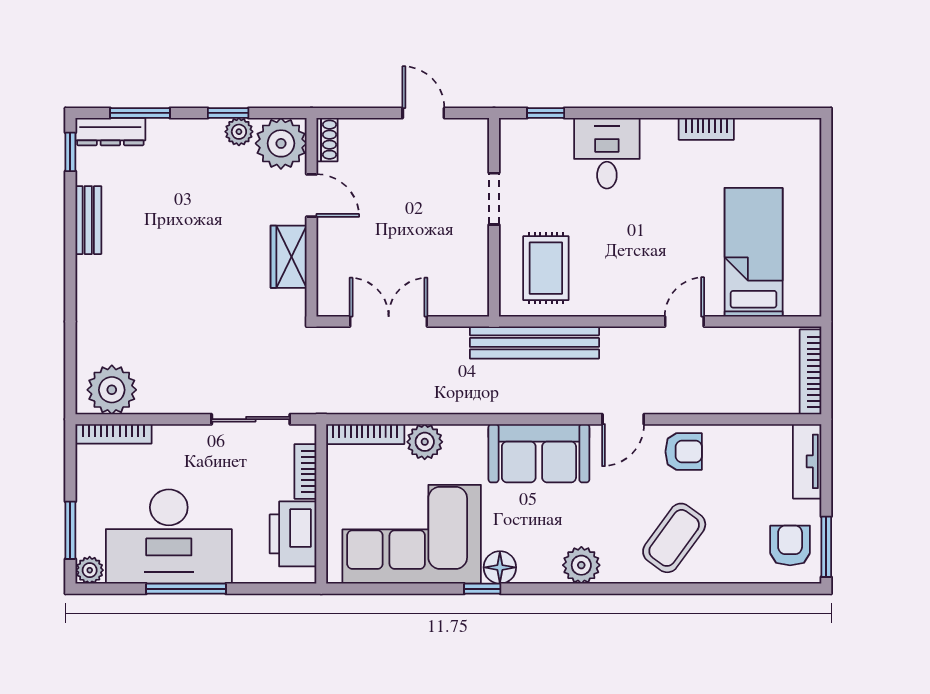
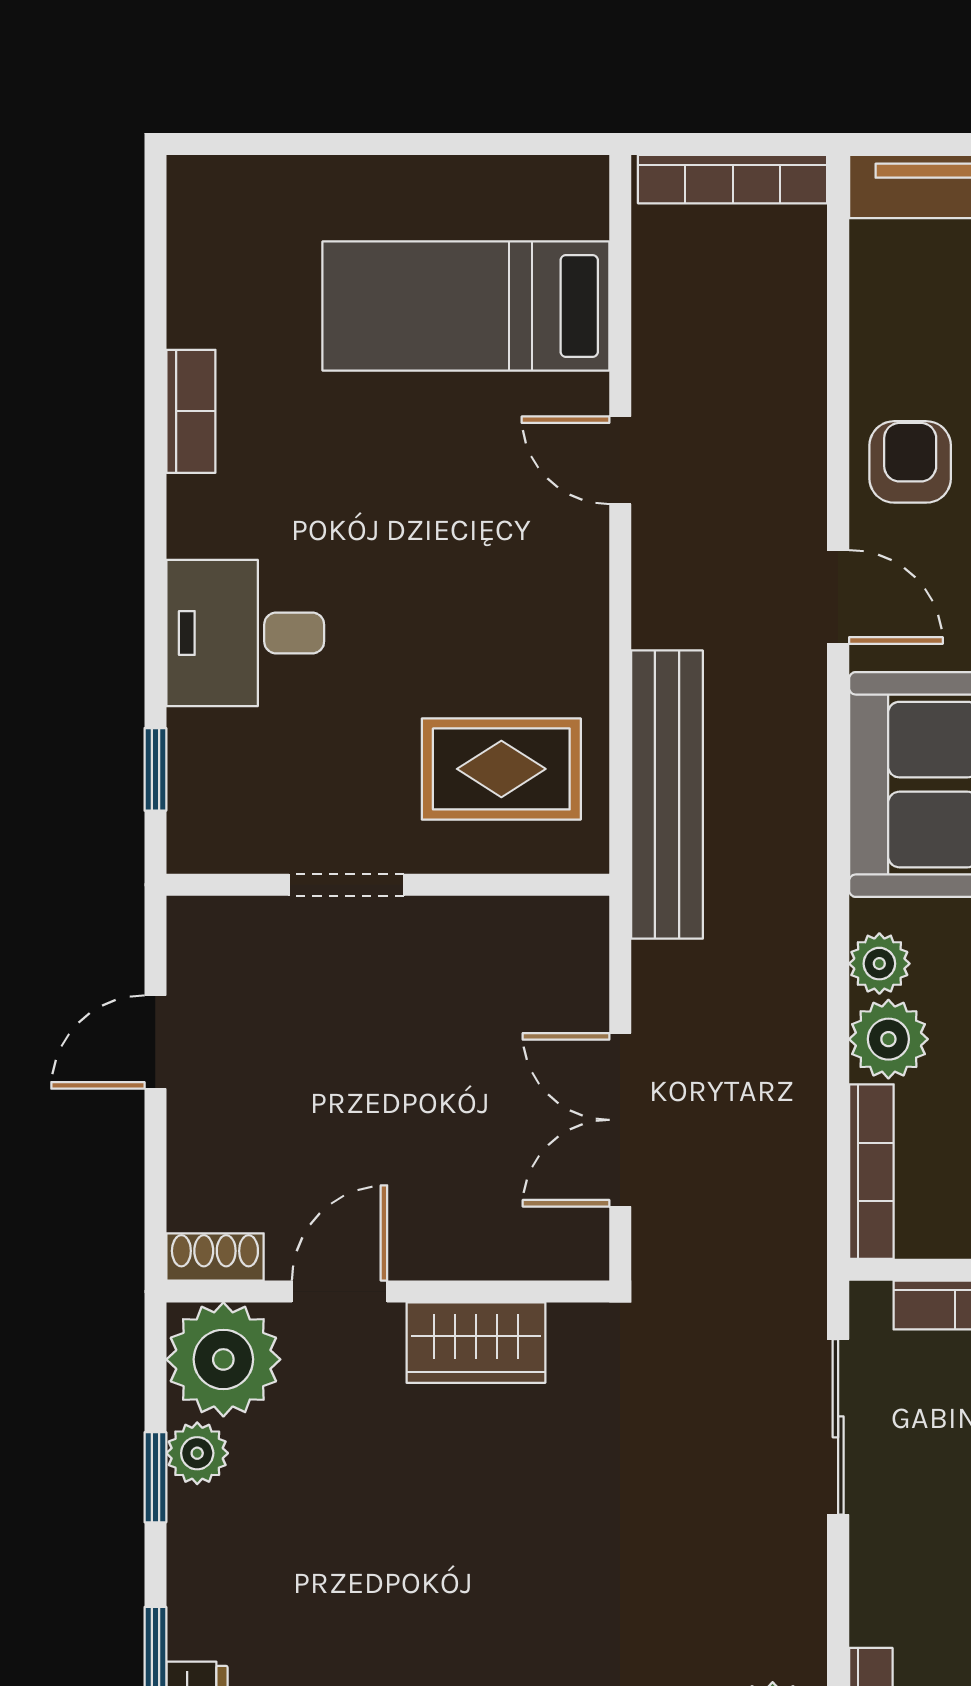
plant: (459, 438) -> (879, 964), added

